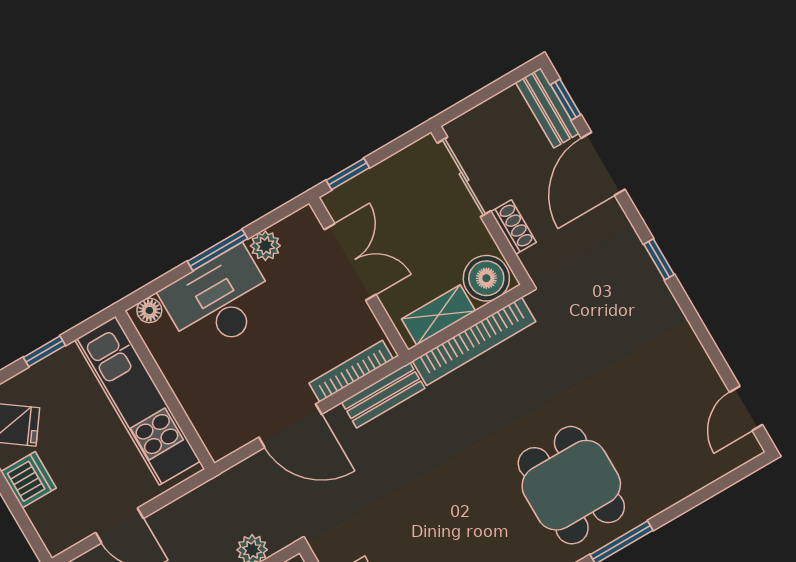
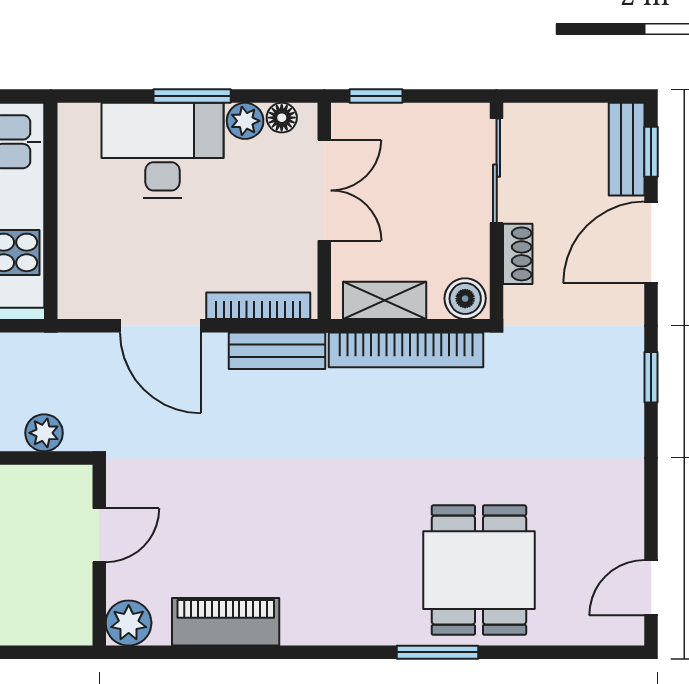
boiler: (486, 278) -> (465, 299), width x0.73, depth x0.73
floor lamp: (149, 310) -> (282, 118), moved
dining table: (571, 485) -> (479, 570), moved

